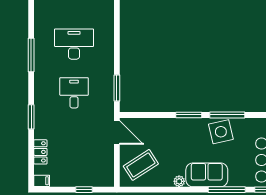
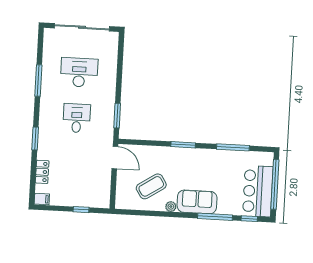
window: (227, 115) -> (233, 147), moved
side table: (221, 132) -> (212, 162), removed
coffee table: (141, 165) -> (151, 186), moved

